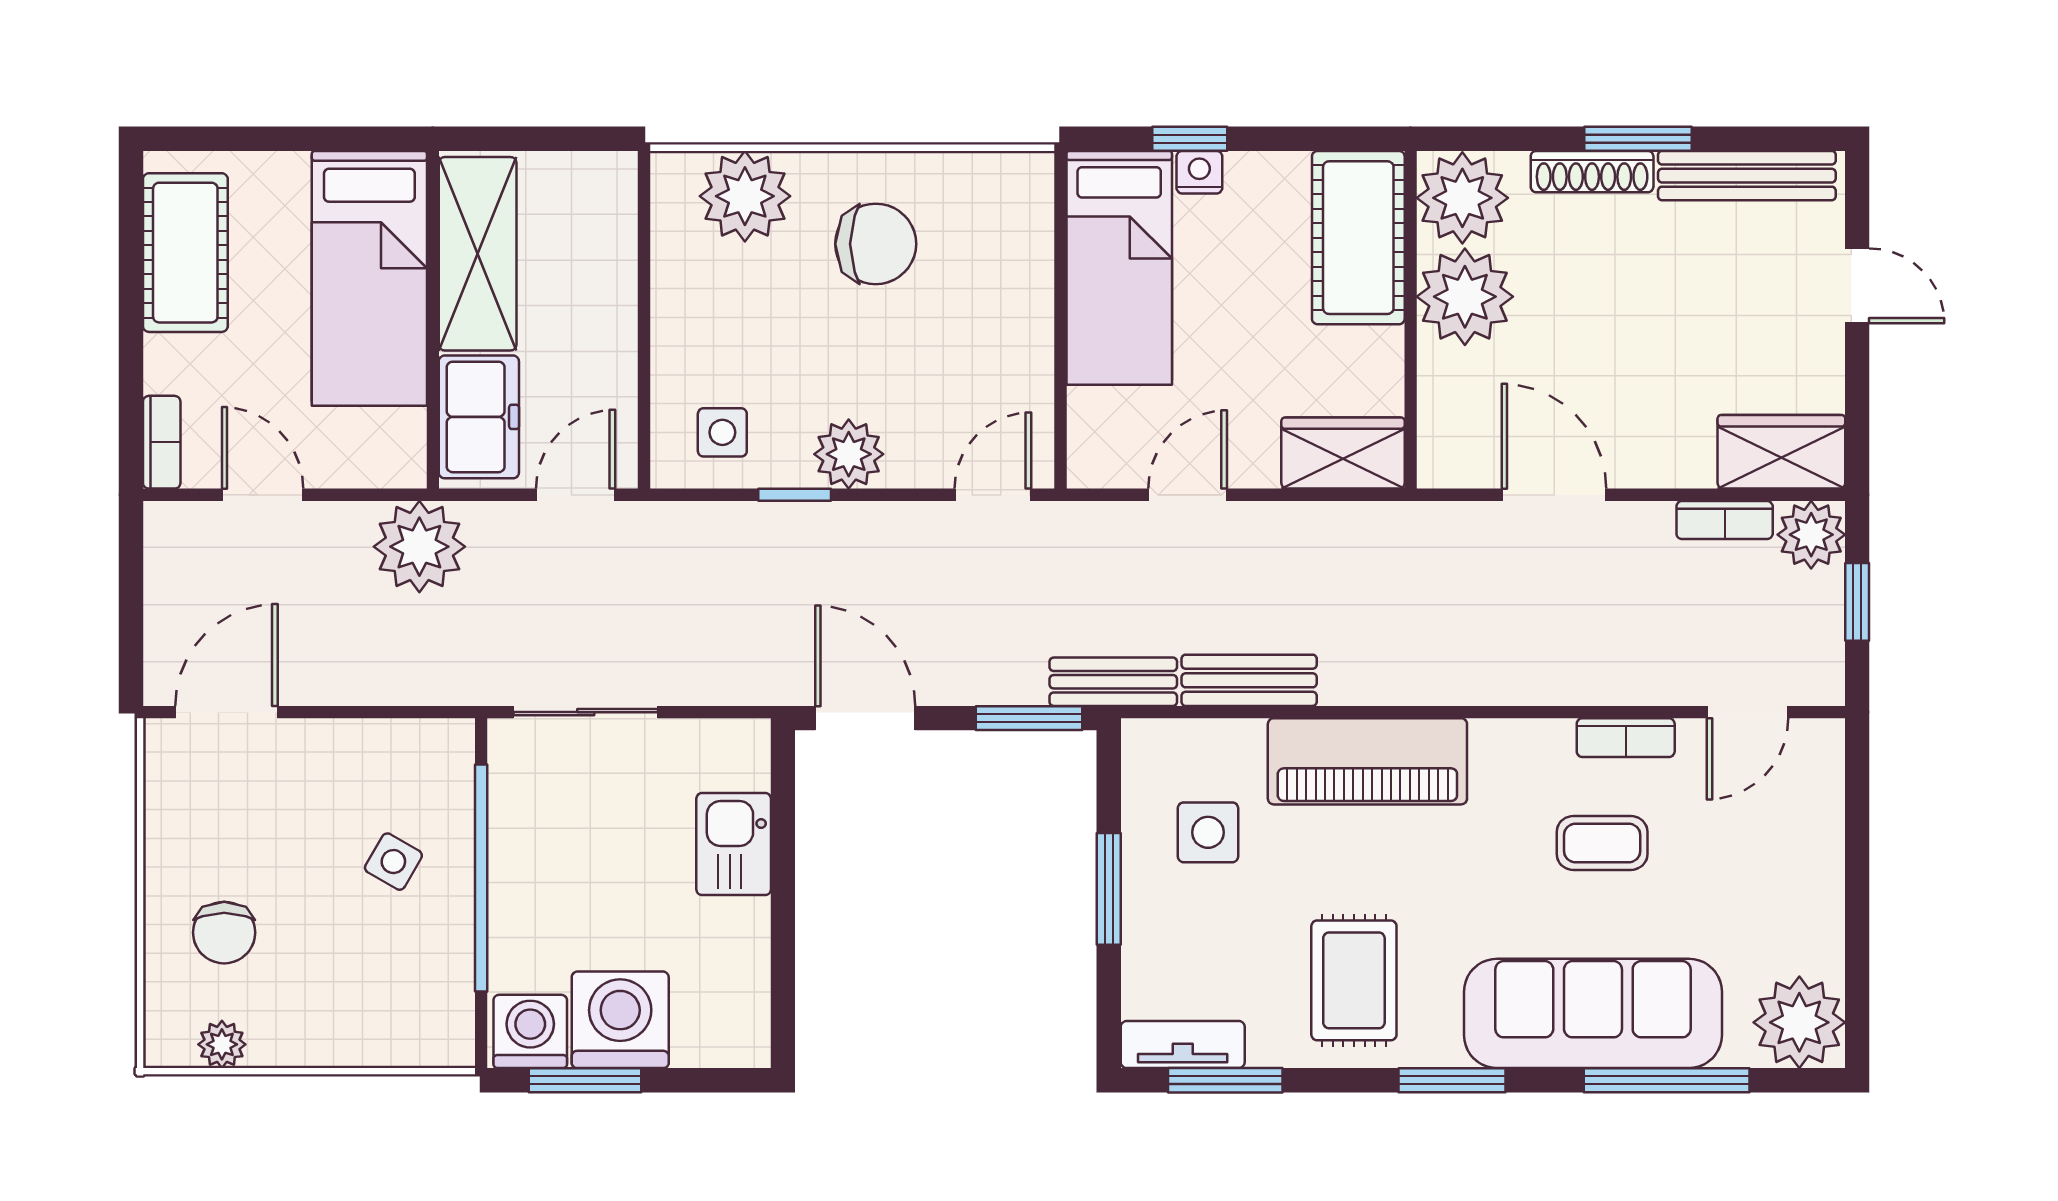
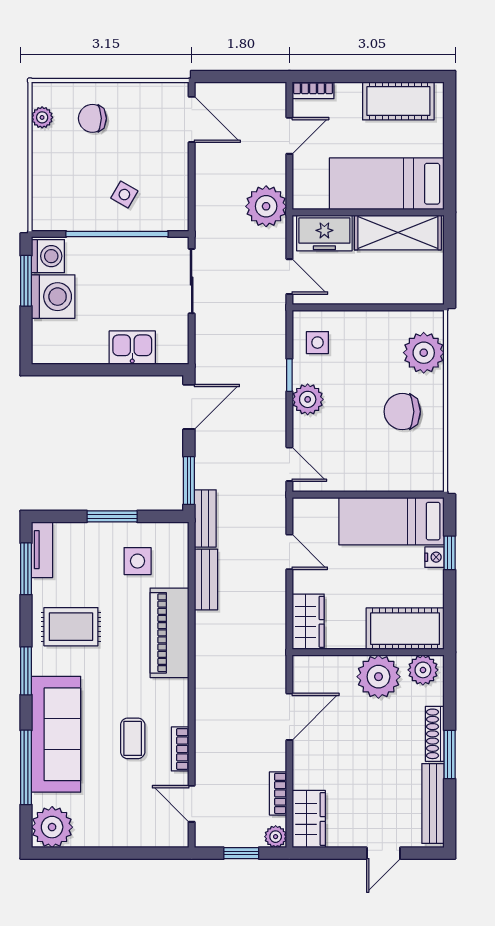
plant: (1462, 198) -> (423, 670), width x0.73, depth x0.73
chair: (876, 244) -> (402, 412), turned 90
plant: (1811, 535) -> (276, 837), width x0.73, depth x0.73

